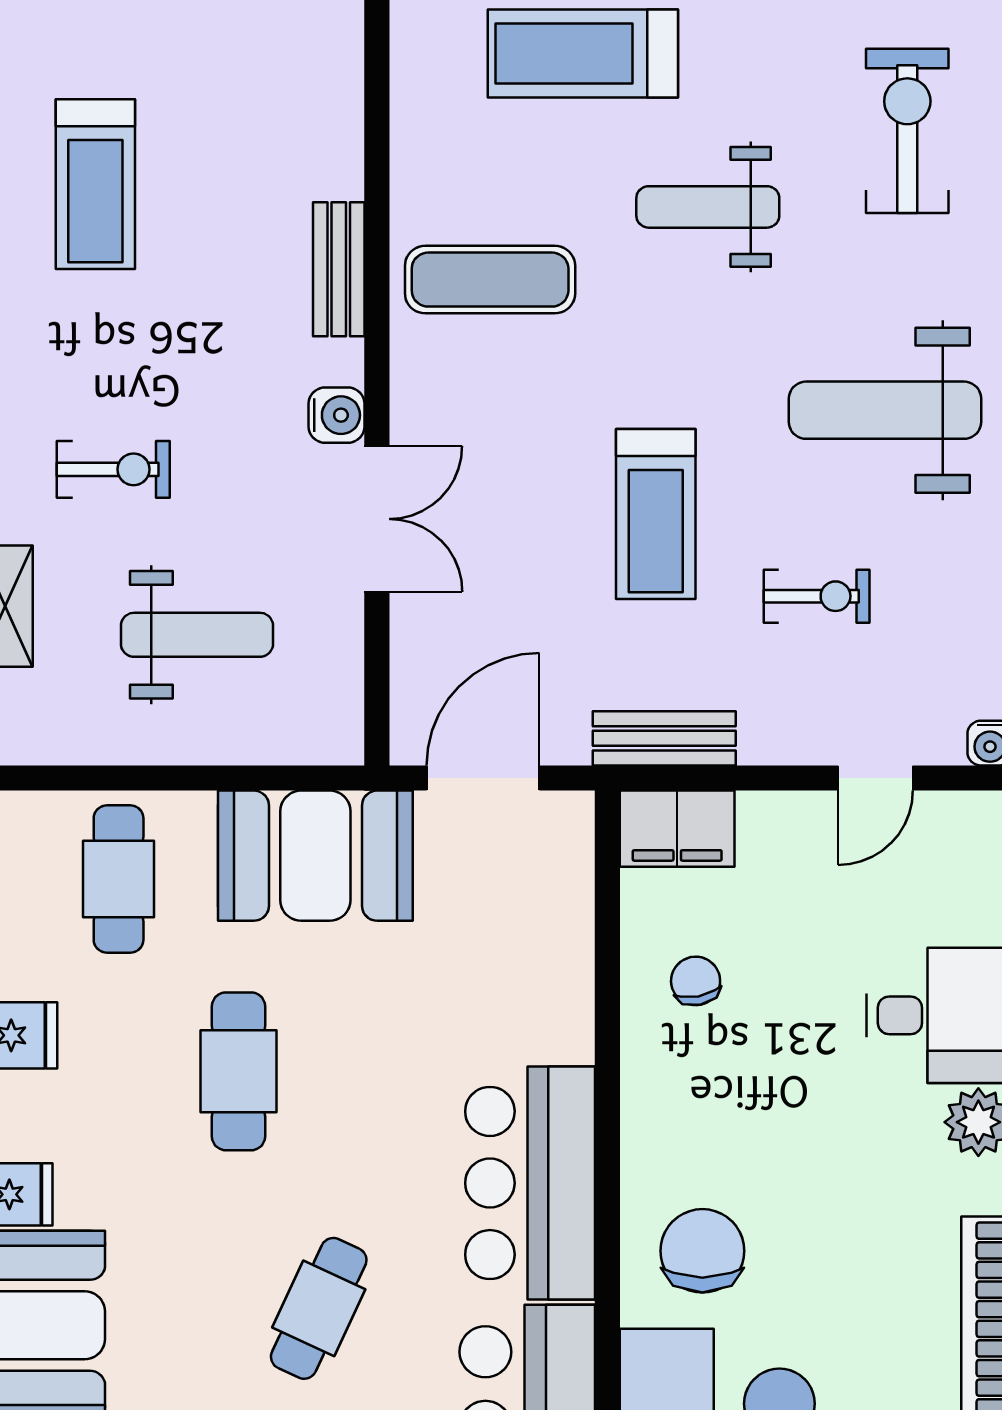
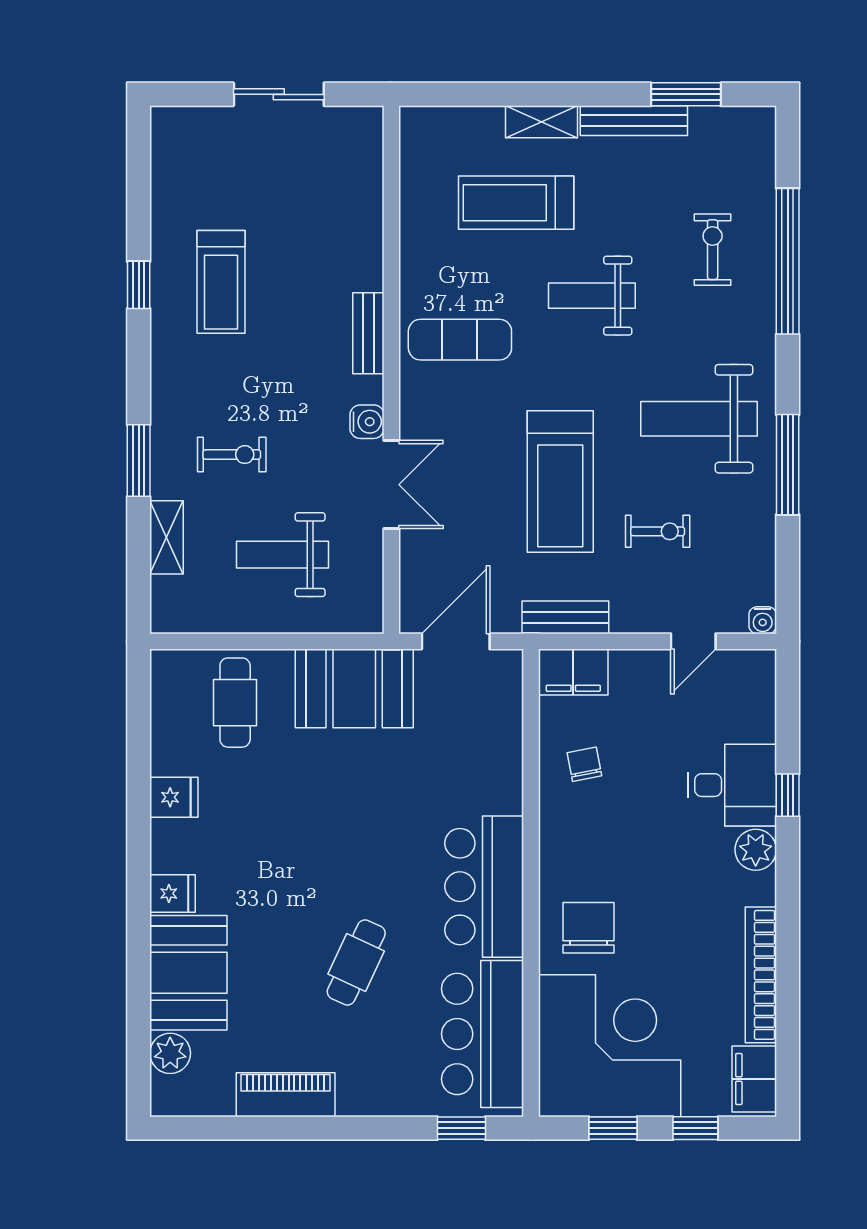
exercise bike: (907, 131) -> (713, 250), width x0.73, depth x0.72
treadmill: (656, 514) -> (560, 482), width x1.37, depth x1.38
weight bench: (197, 635) -> (283, 555), turned 180
cafe table: (239, 1071) -> (308, 819), removed

